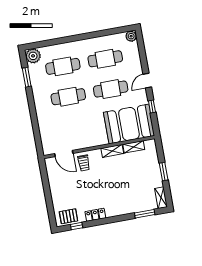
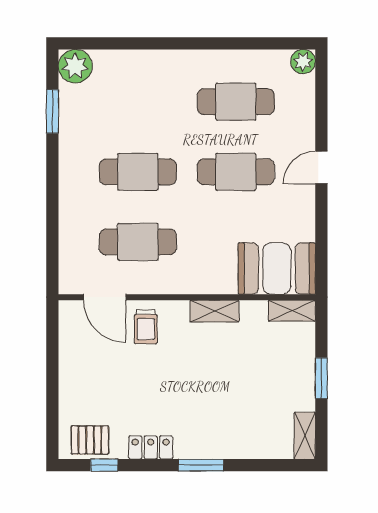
cafe table: (63, 66) -> (138, 242), moved
window: (152, 106) -> (321, 227), removed
booth: (129, 124) -> (277, 268), width x0.73, depth x0.70
shelving: (134, 147) -> (292, 311), moved
window: (145, 214) -> (201, 465), moved

